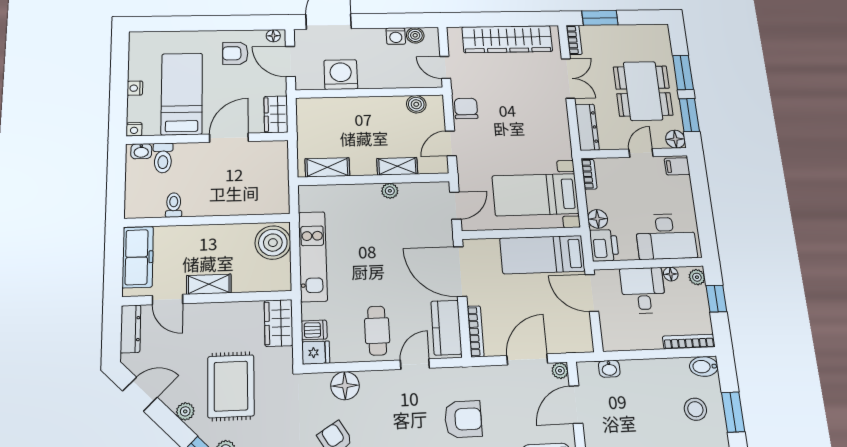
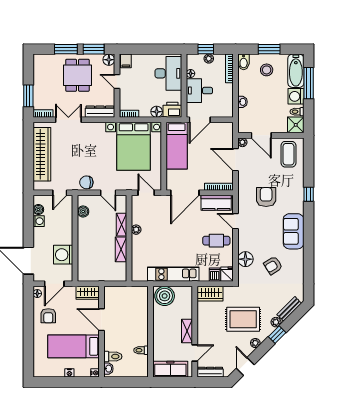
dining table: (643, 91) -> (77, 75), width x0.73
shelving: (327, 167) -> (121, 249), moved
bed with nightstands: (535, 195) -> (134, 146), width x1.36
plant: (697, 277) -> (209, 59), moved
washbasin: (609, 369) -> (243, 102), moved

